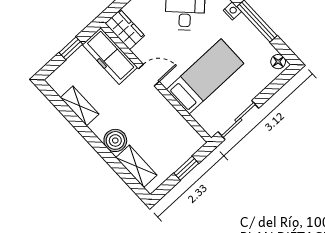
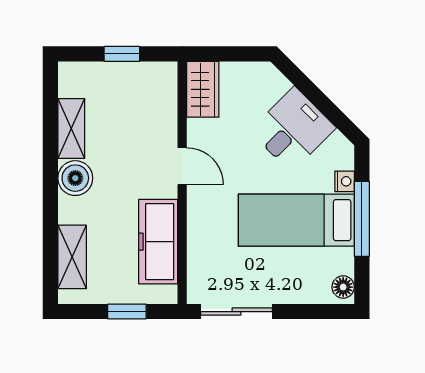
freezer: (110, 56) -> (158, 242), moved
bed: (205, 76) -> (296, 220), moved, turned 180
boiler: (115, 140) -> (75, 178), moved

